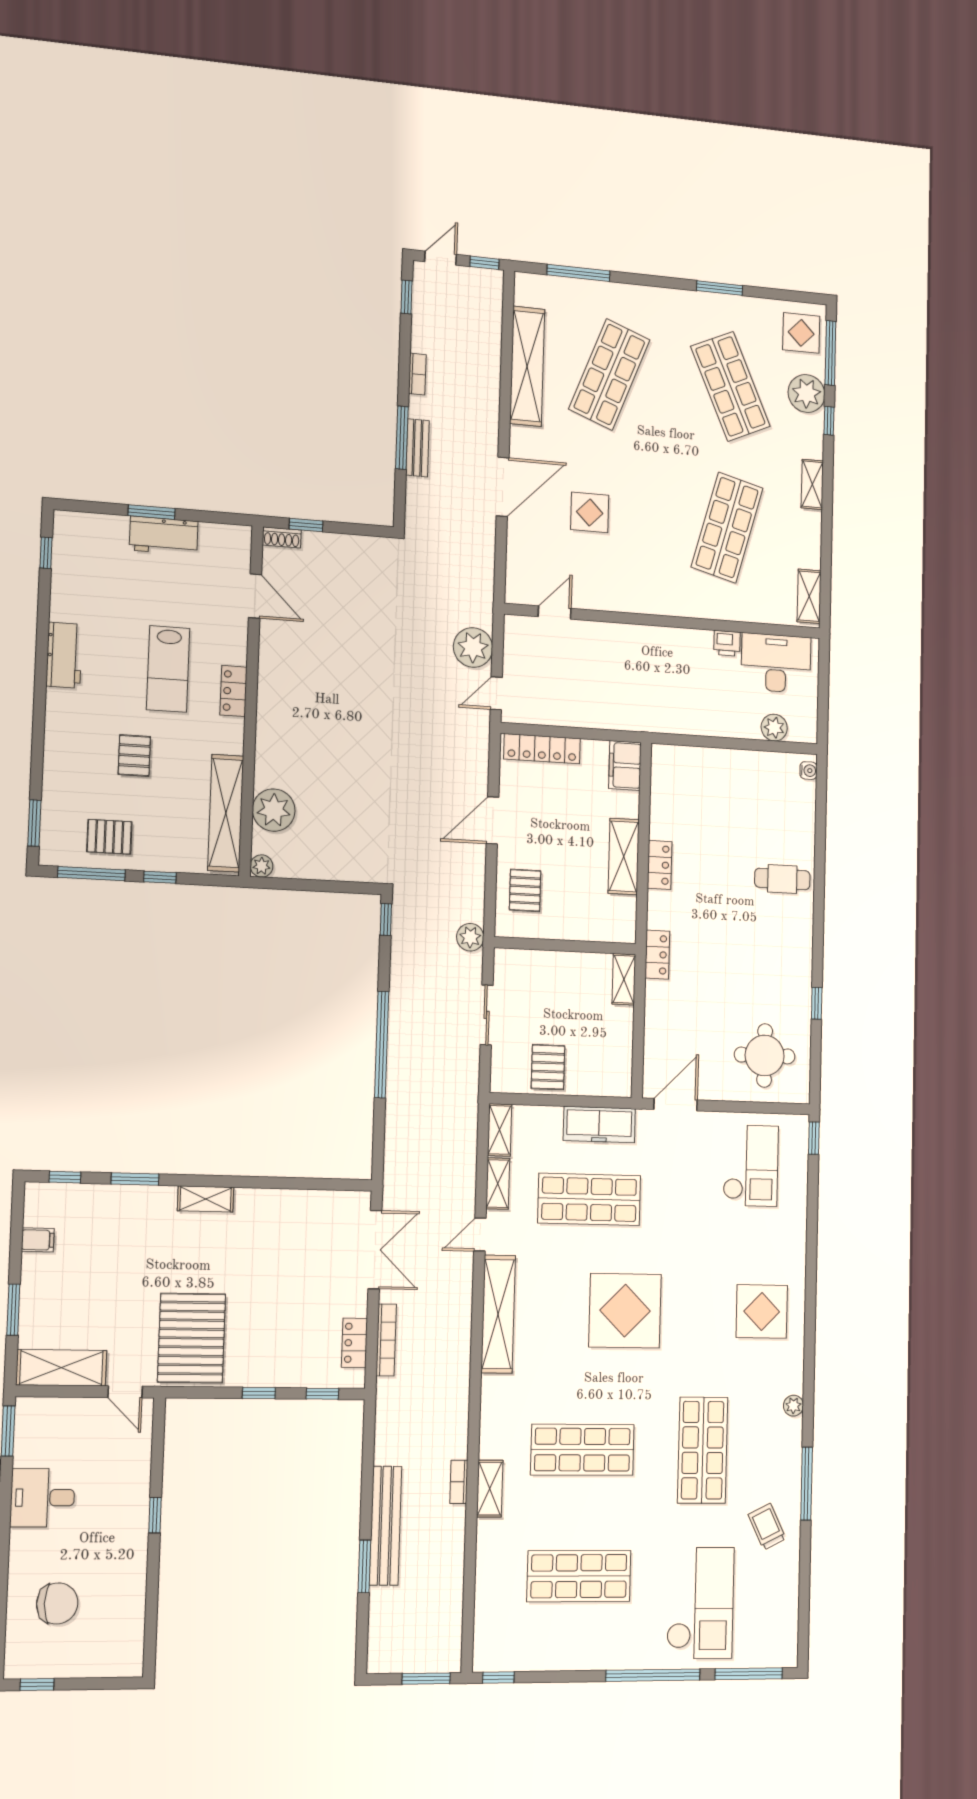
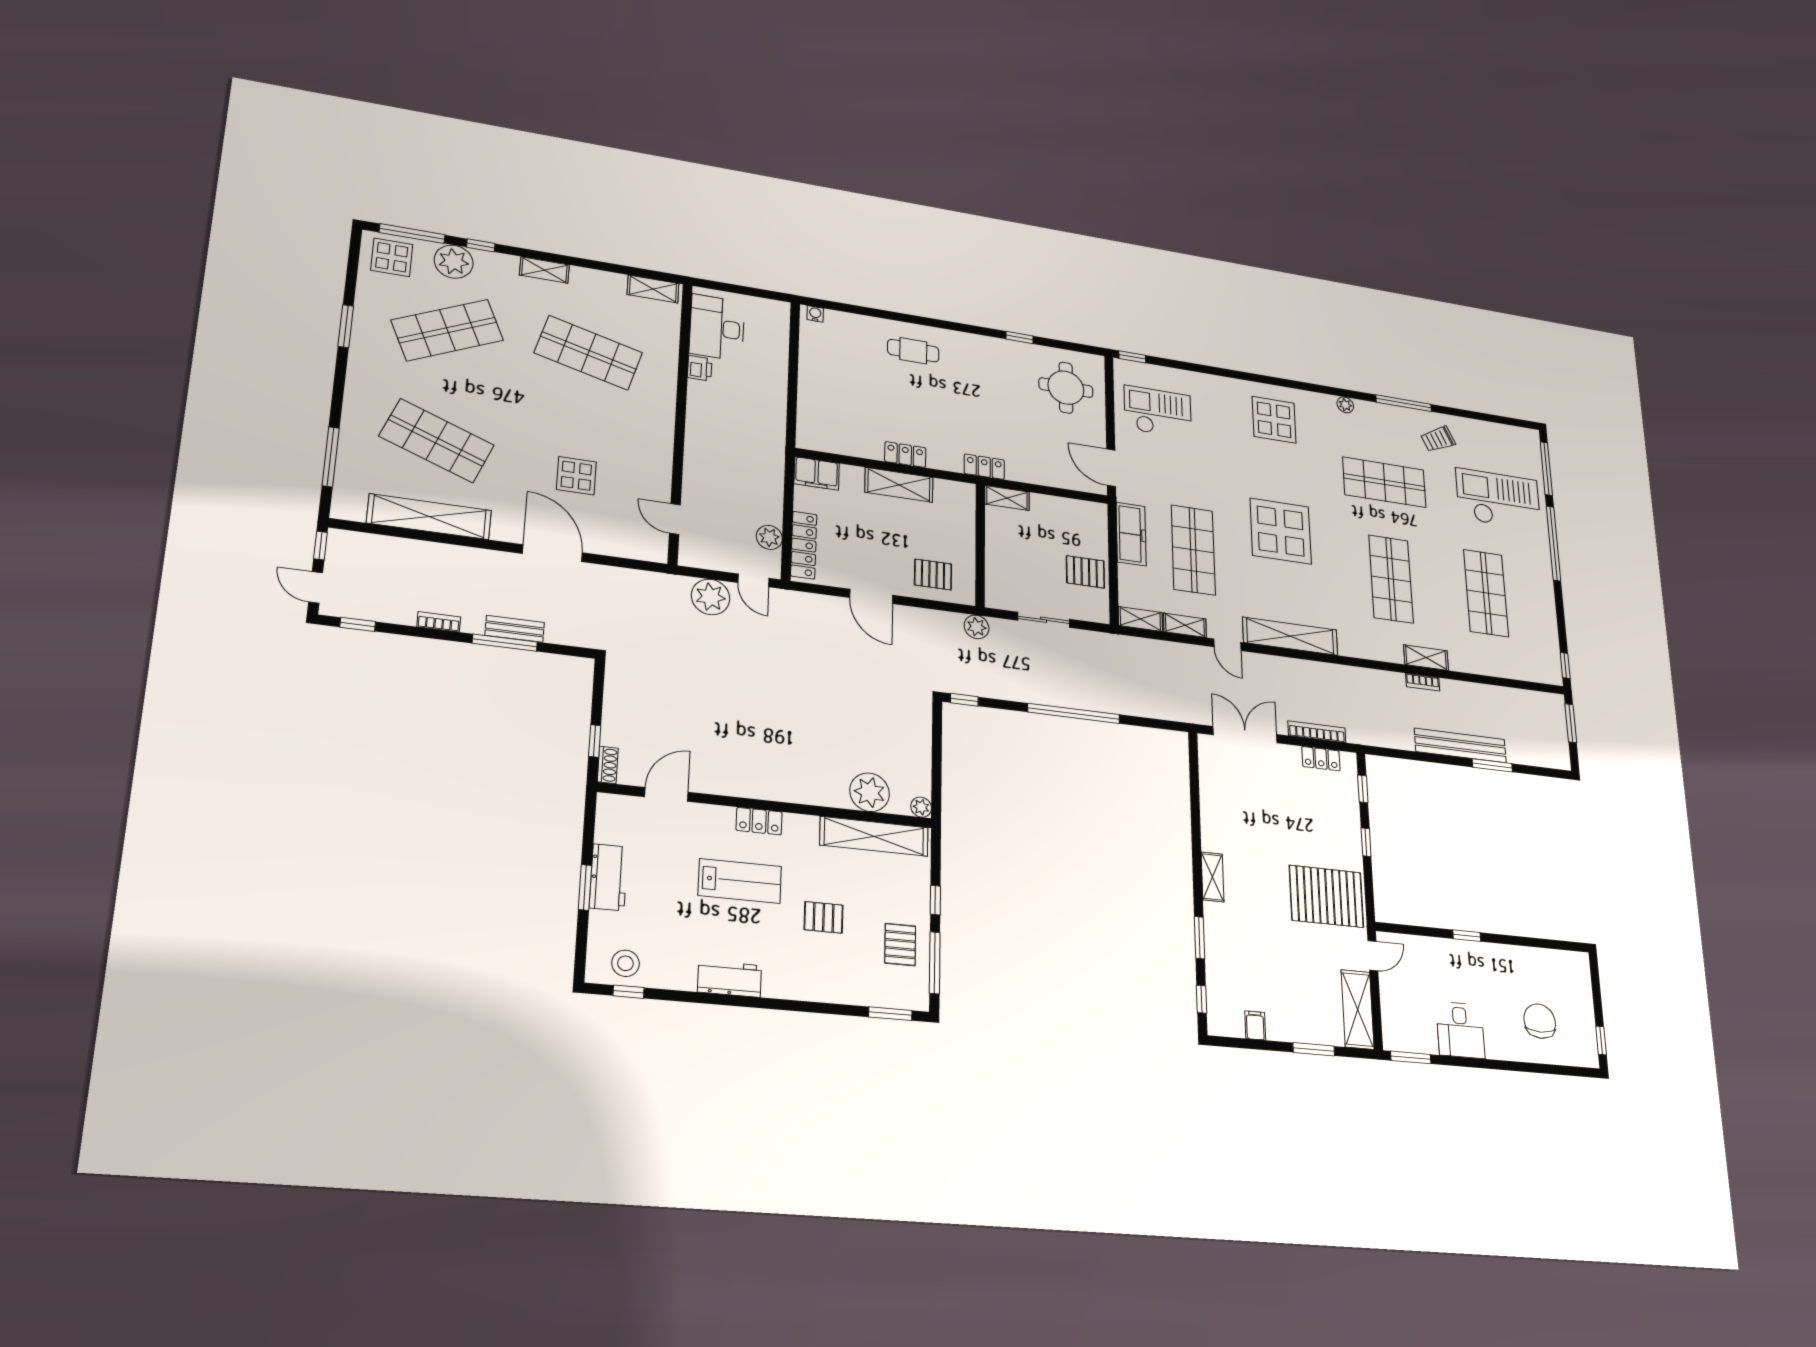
stool: (75, 550) -> (625, 963), added
plant: (774, 728) -> (769, 537), moved
cafe table: (782, 879) -> (913, 351), turned 90

